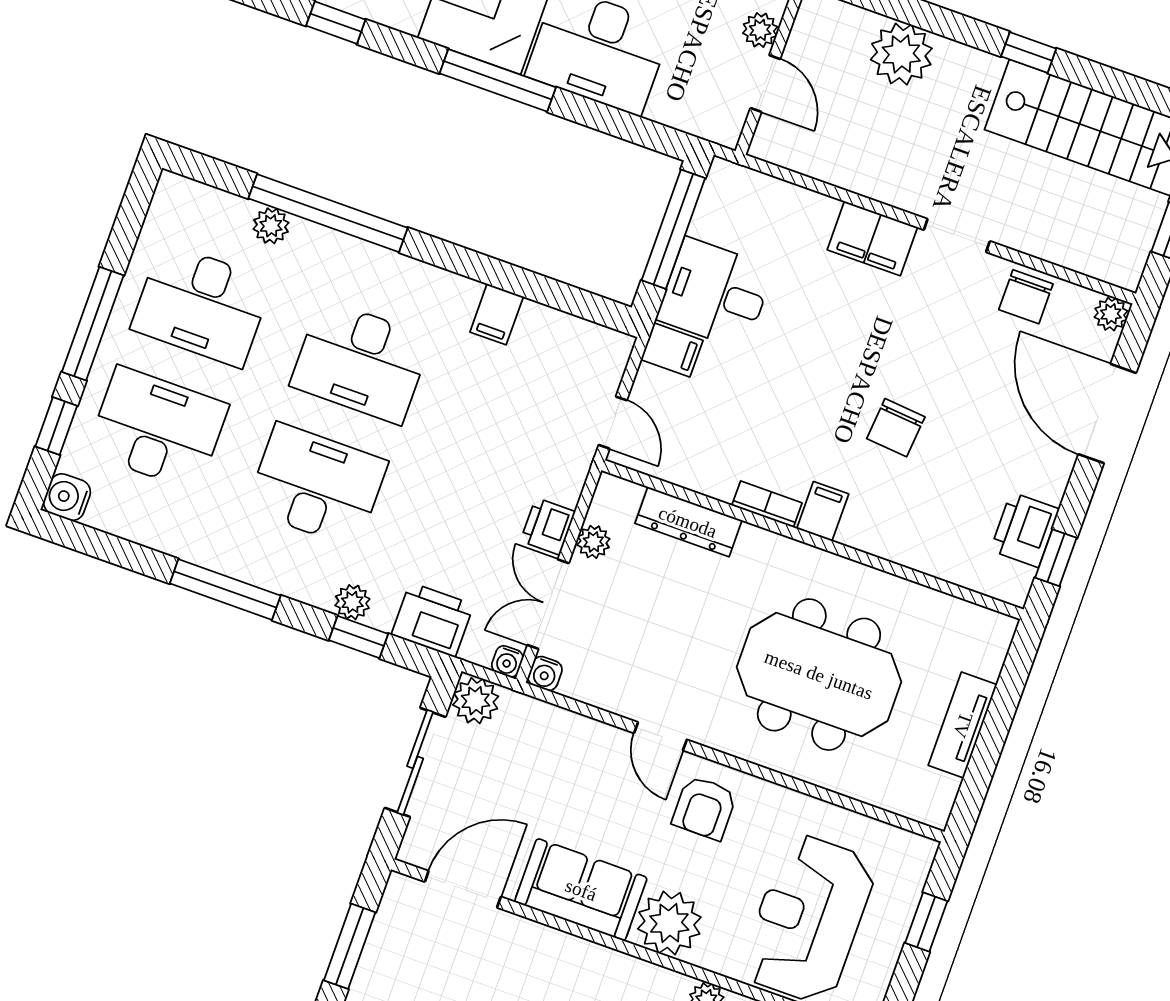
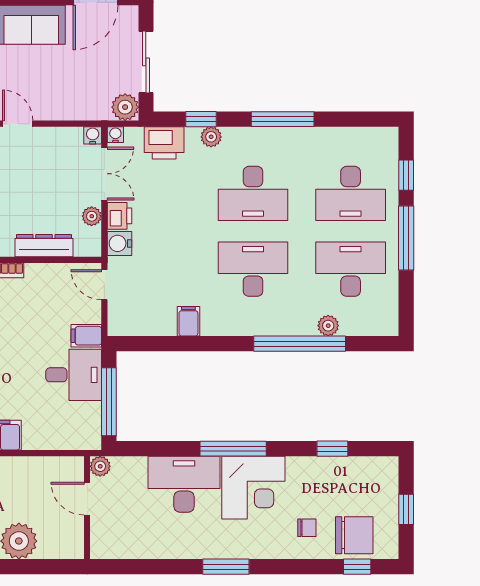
plant: (760, 30) -> (100, 466), moved
water cooler: (67, 497) -> (119, 243), moved, turned 180

